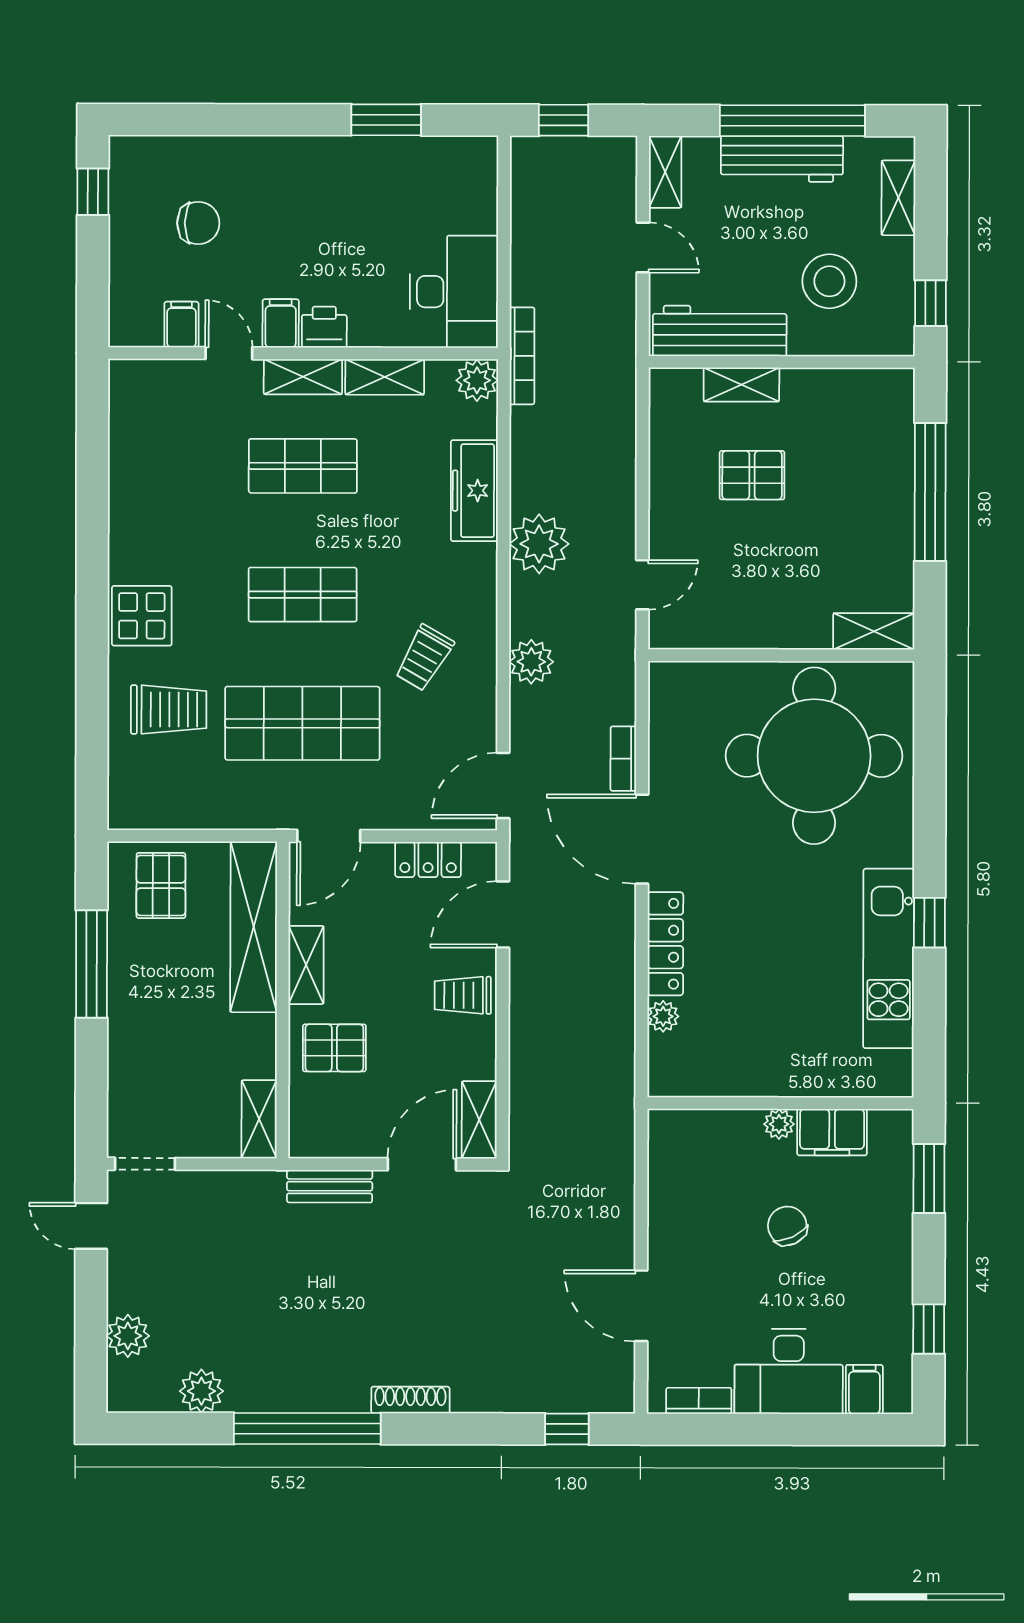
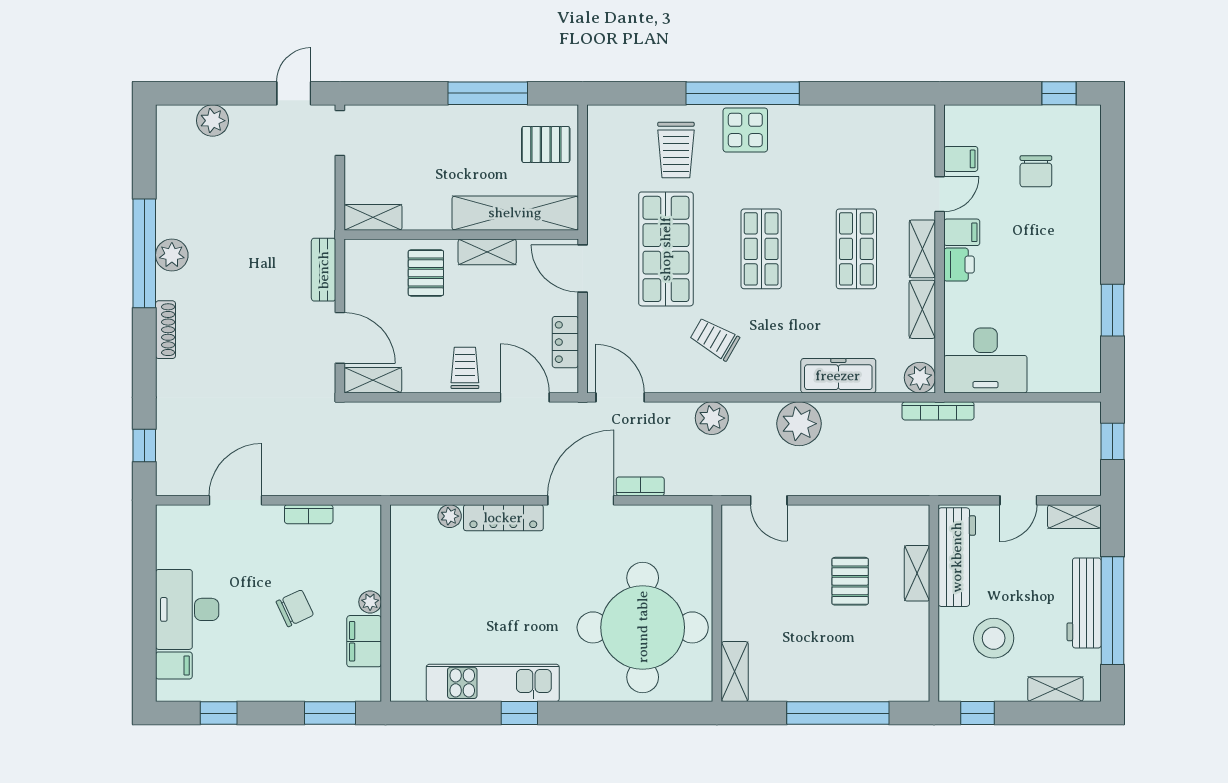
window: (92, 619) -> (743, 93), added
plant: (201, 1391) -> (172, 255), moved
bookcase: (699, 1401) -> (309, 514), moved, turned 90

